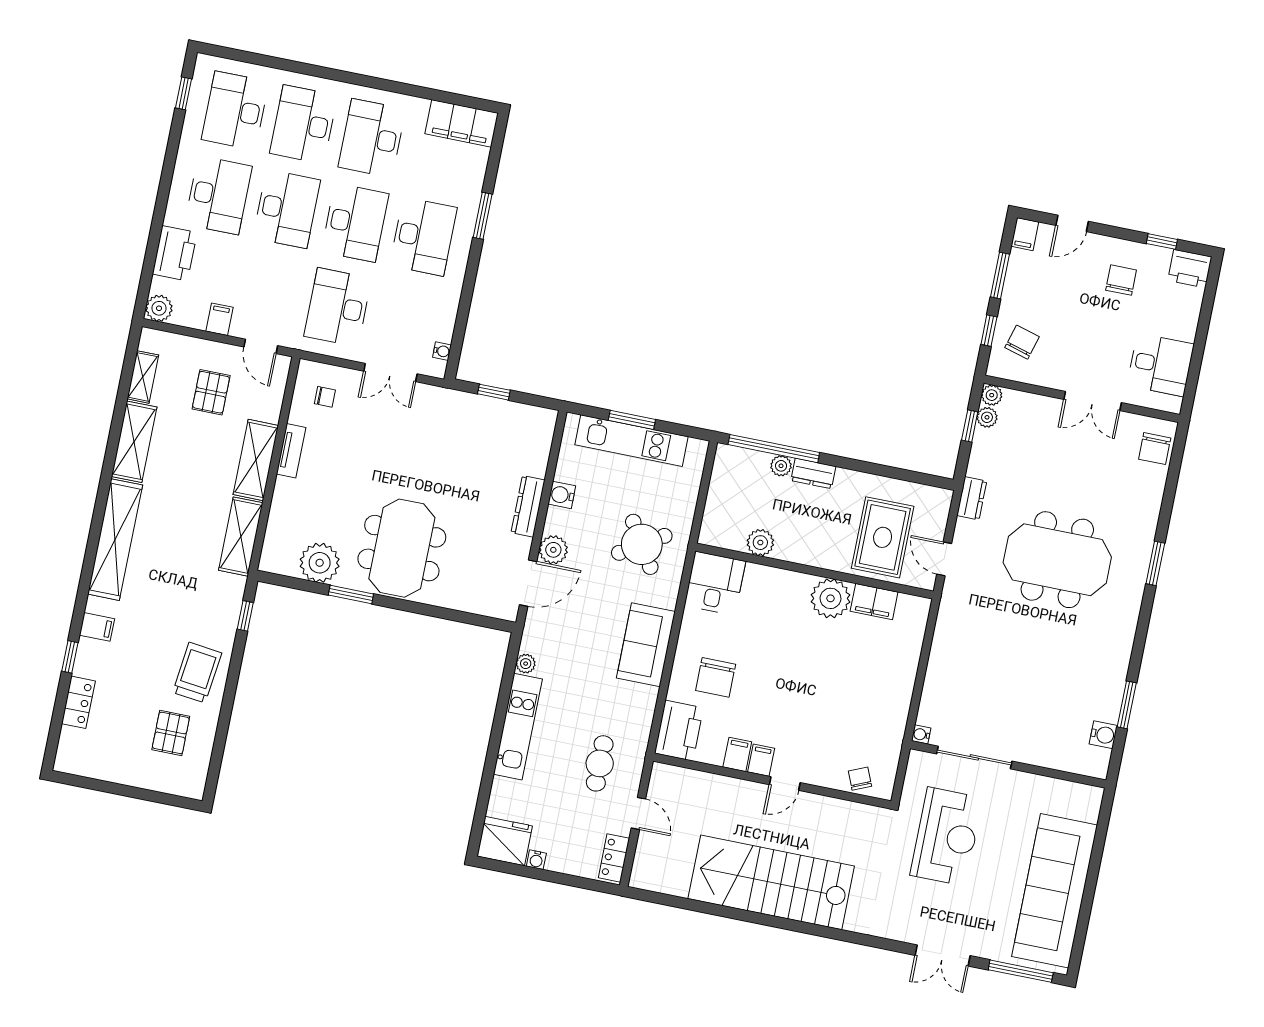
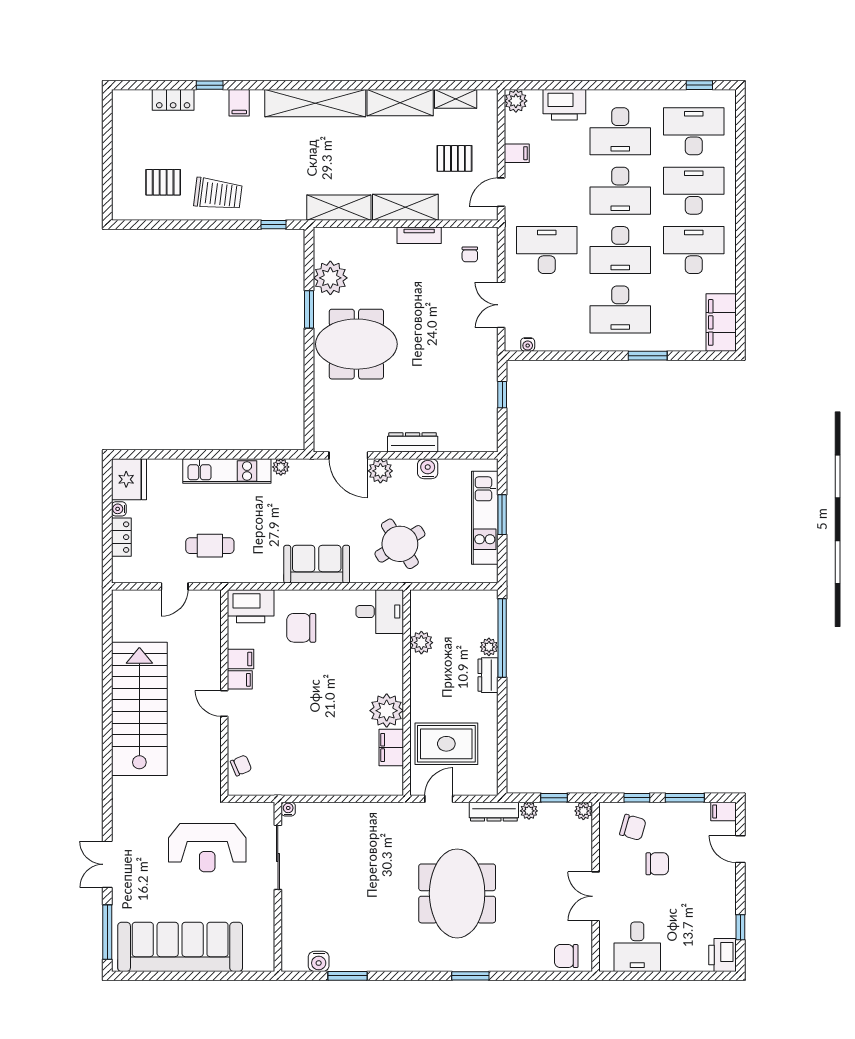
chair: (1121, 280) -> (657, 864), moved
plant: (987, 417) -> (529, 811), moved
dresser: (972, 498) -> (494, 812), width x1.44
locker: (614, 858) -> (121, 537), moved, turned 90

